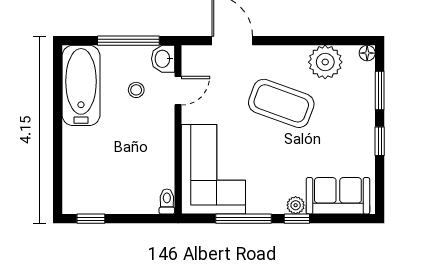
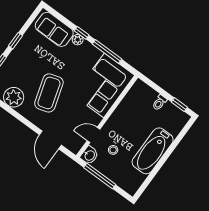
bathtub: (81, 85) -> (153, 151), moved
coffee table: (281, 103) -> (49, 93), turned 53
toilet: (167, 201) -> (159, 103), moved

